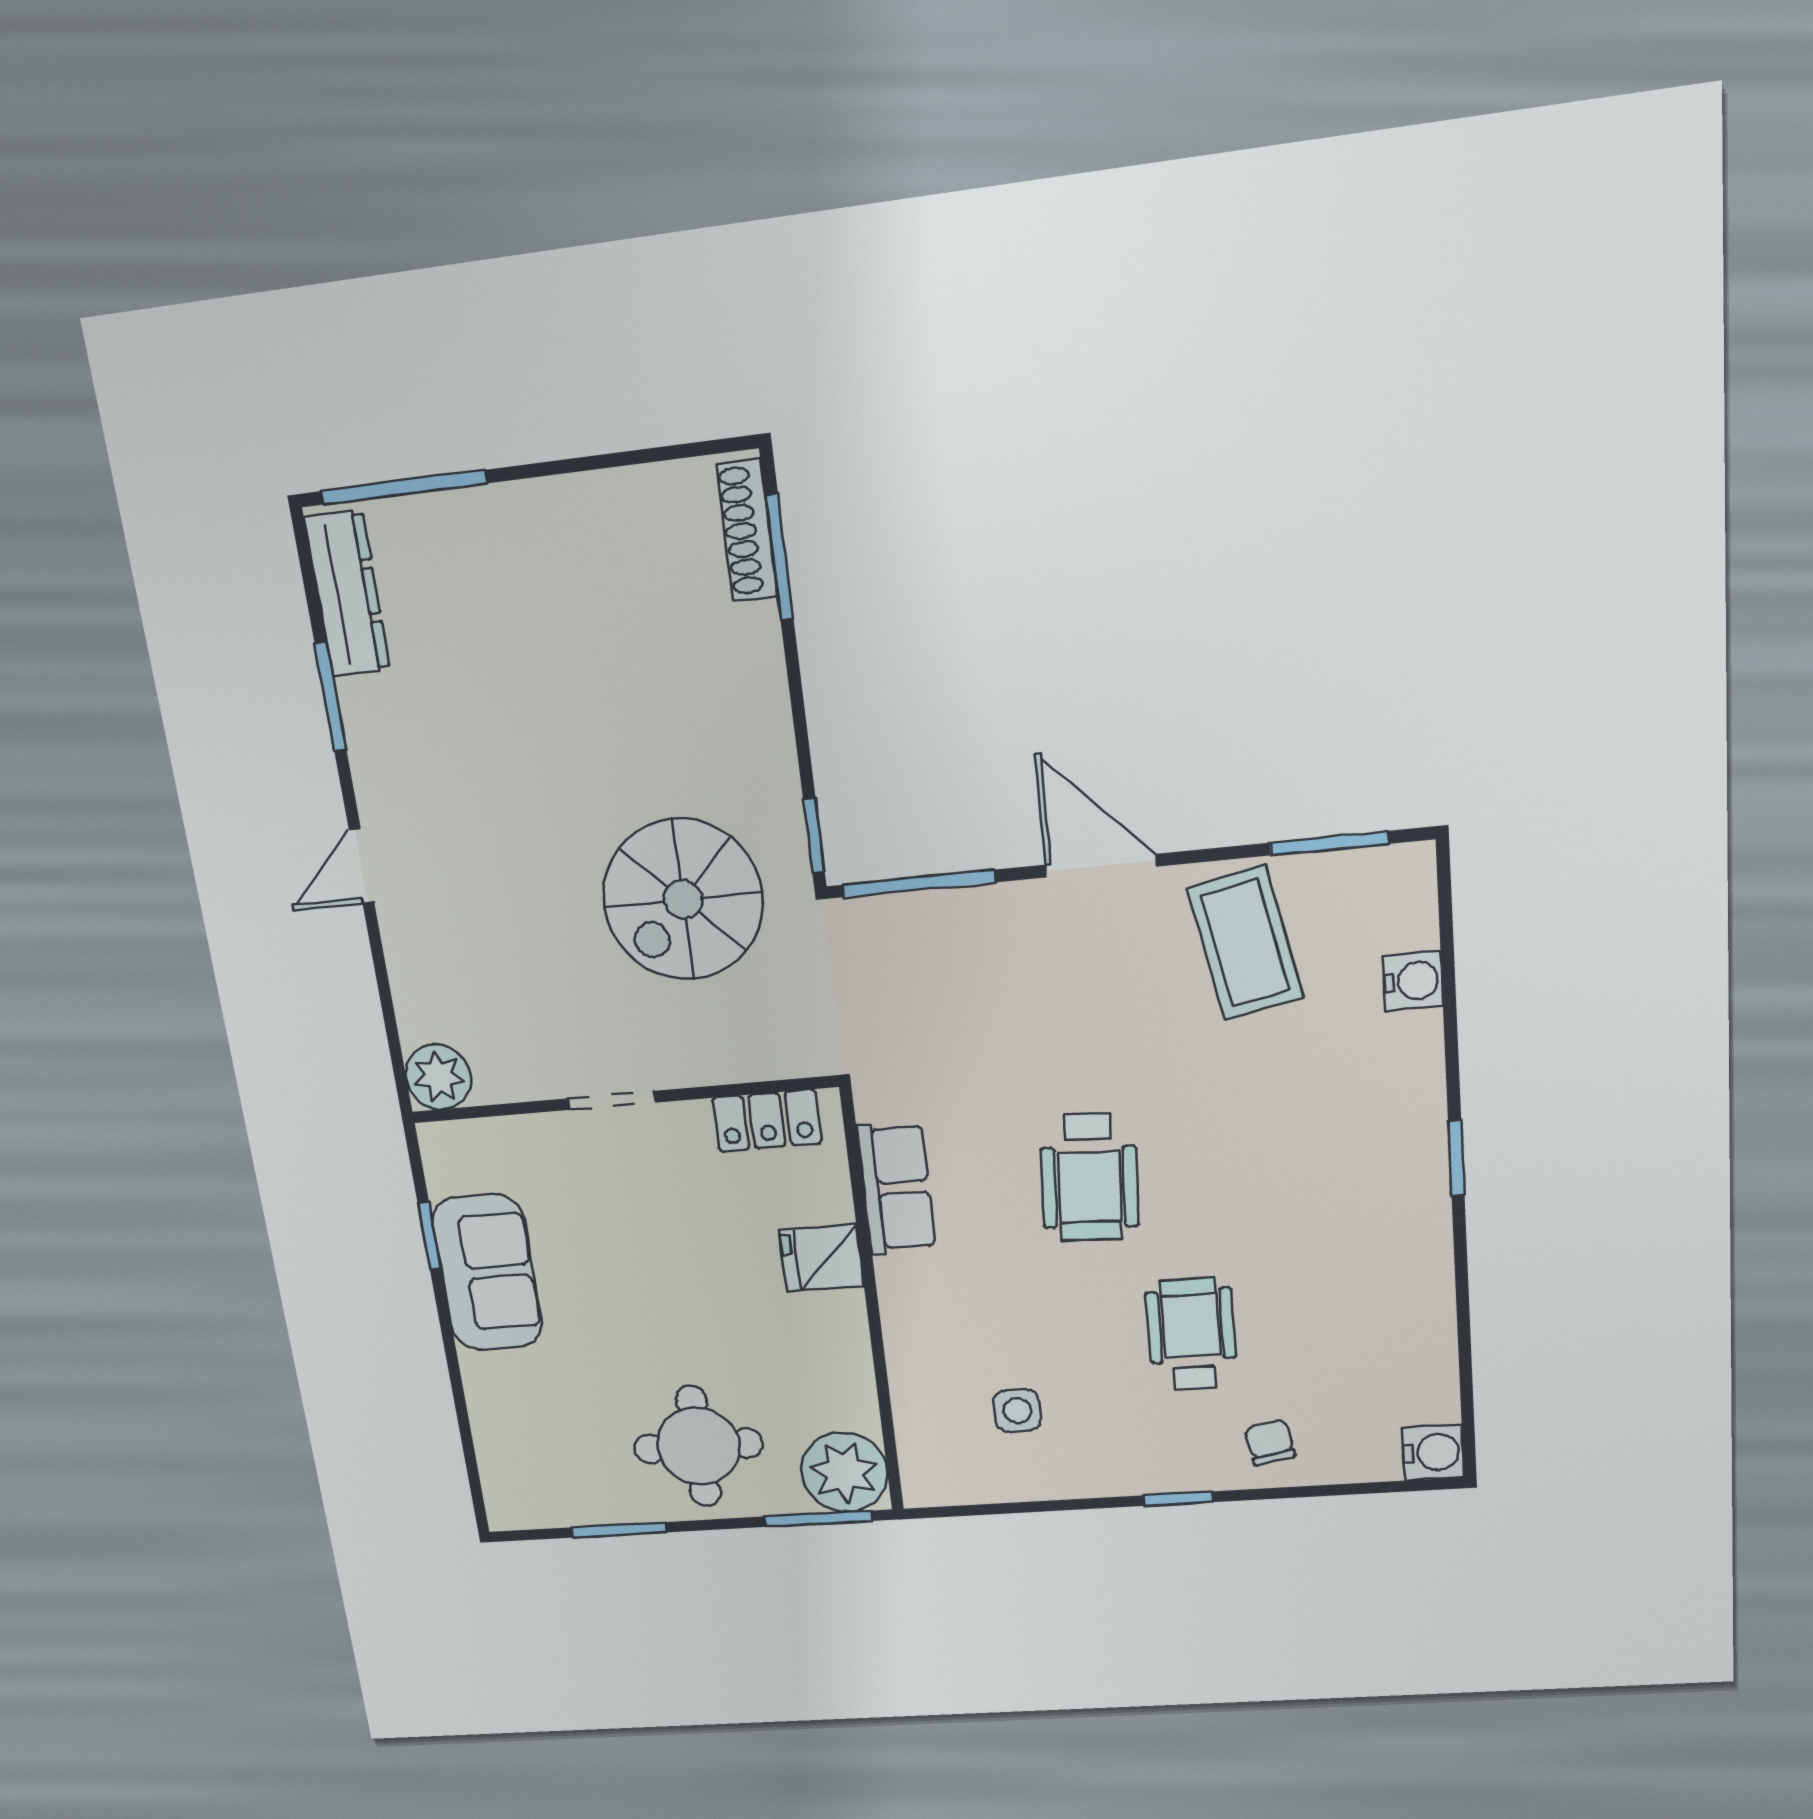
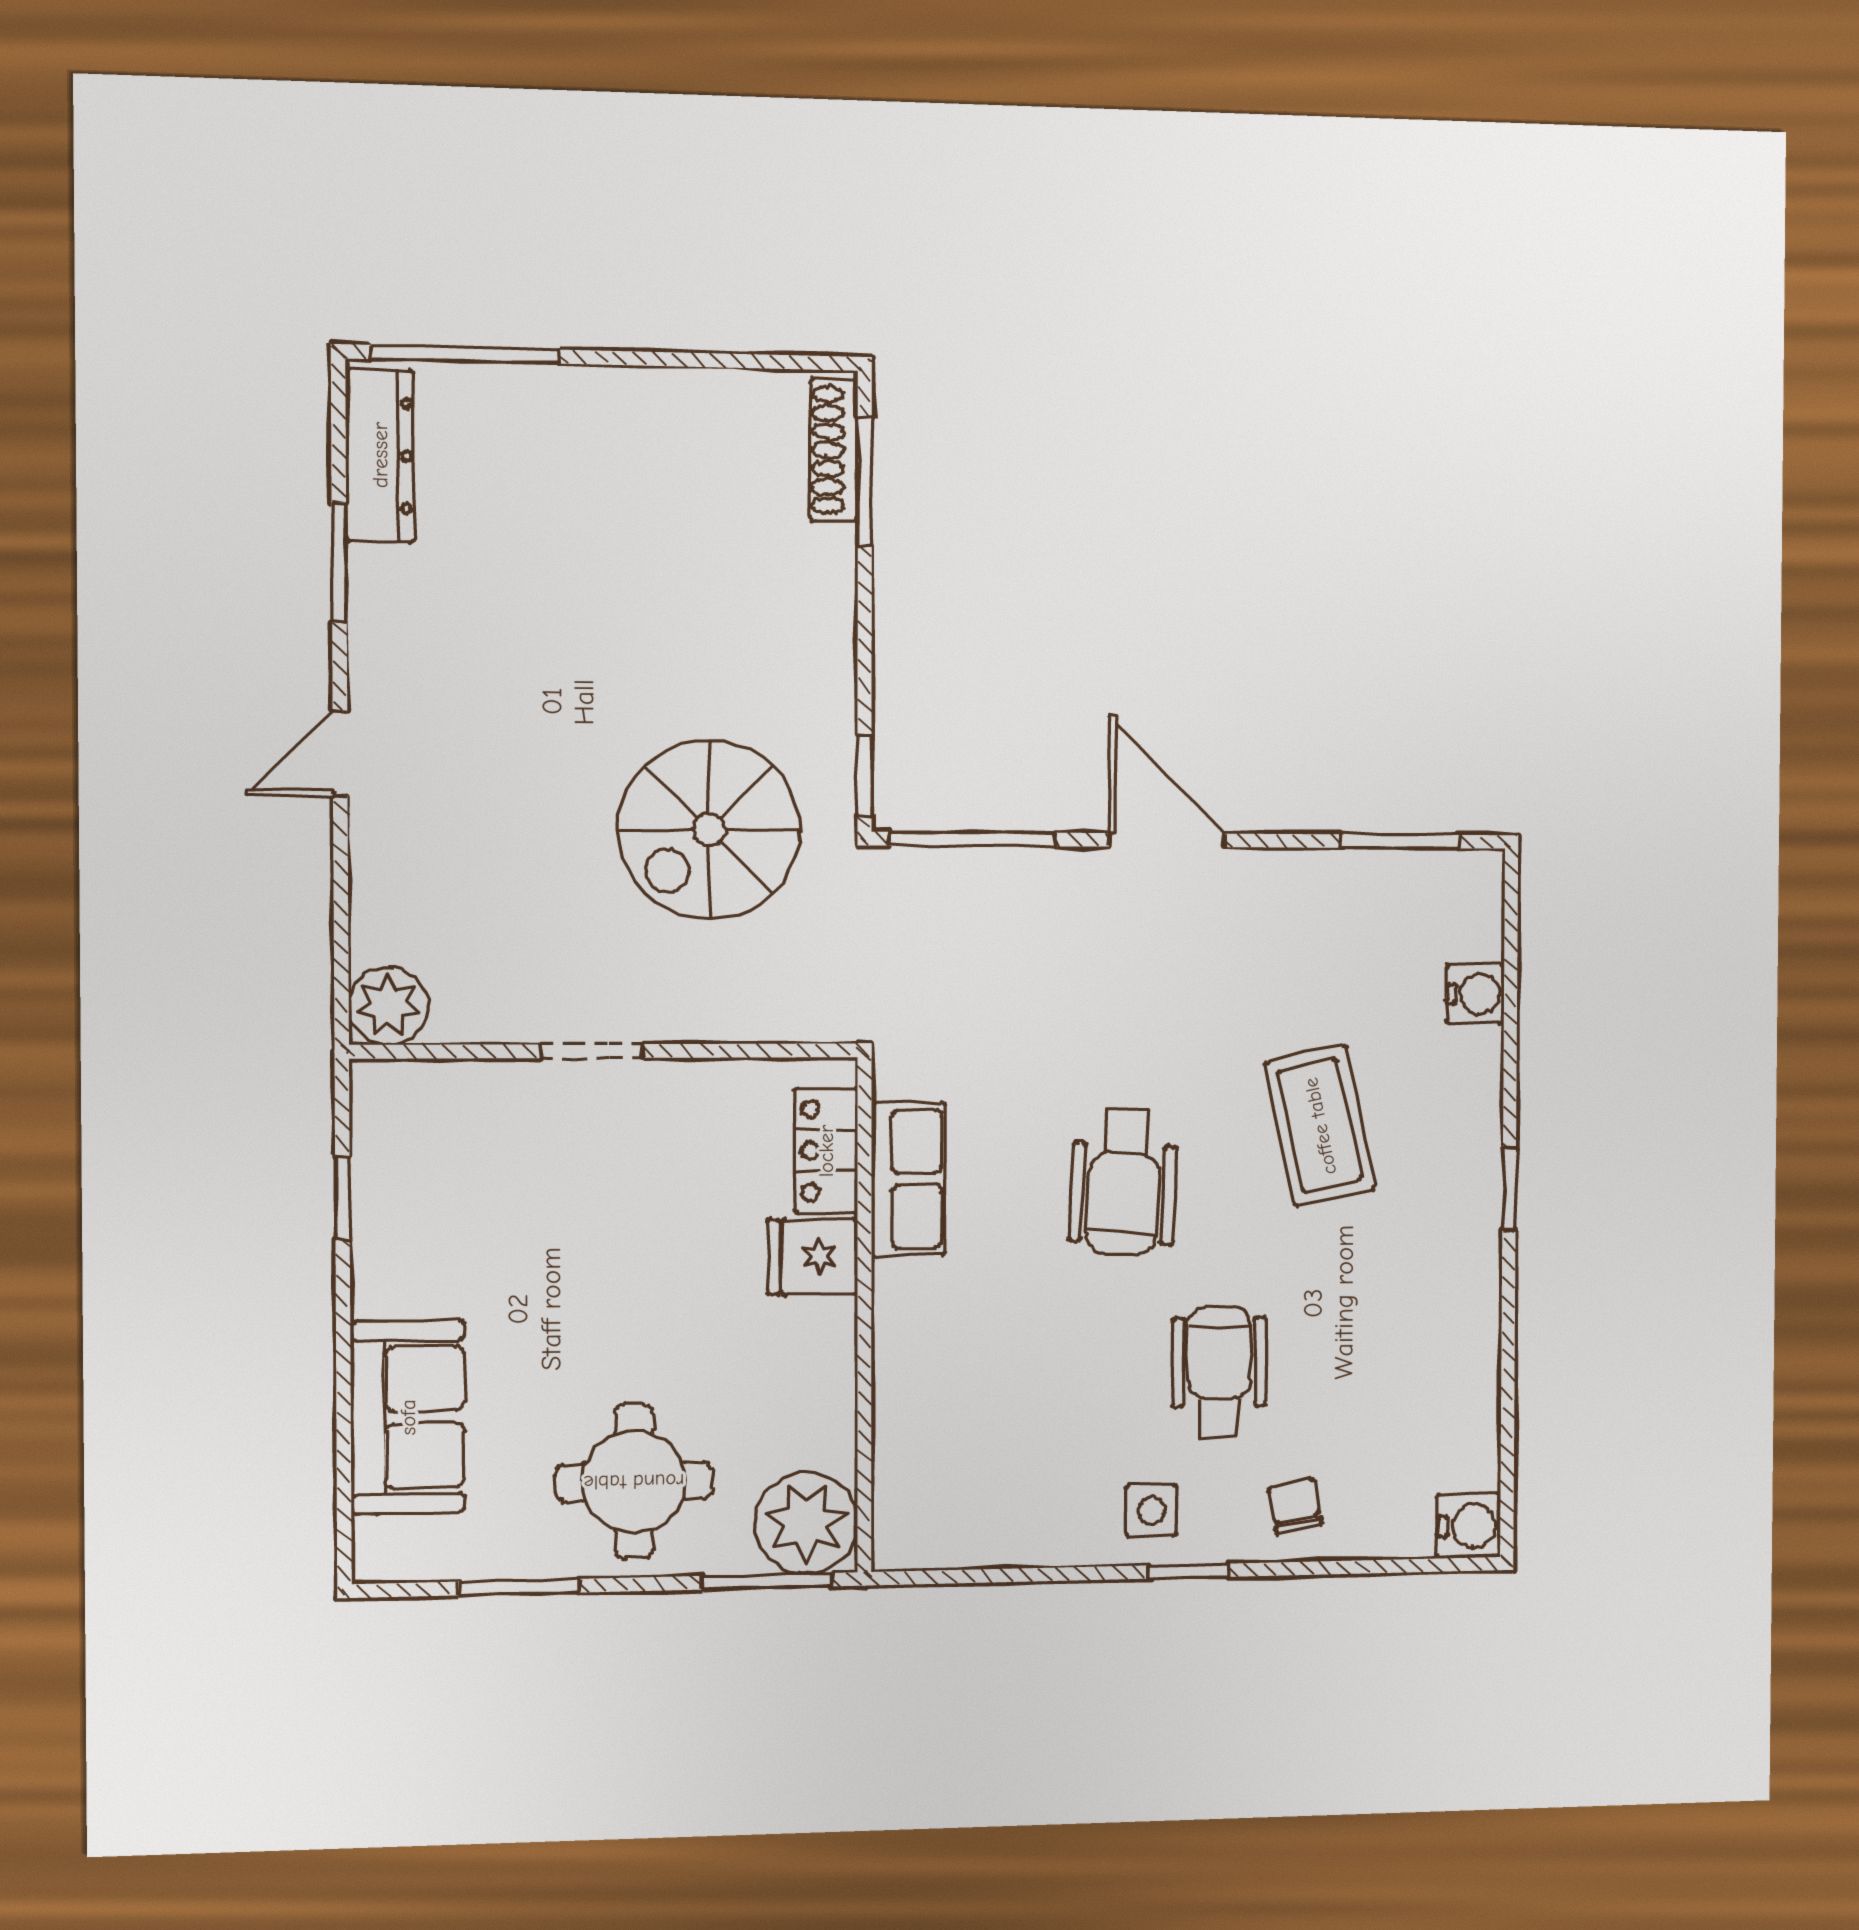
coffee table: (1245, 943) -> (1320, 1126), moved
locker: (767, 1121) -> (826, 1151), moved, turned 90
sofa: (487, 1272) -> (408, 1417), moved
side table: (1017, 1410) -> (1152, 1511), moved

